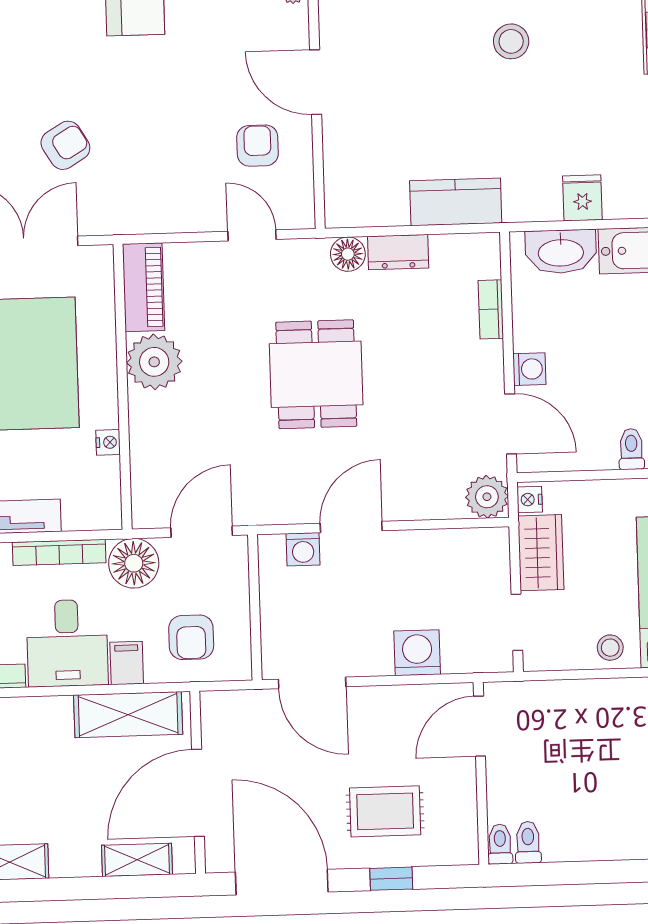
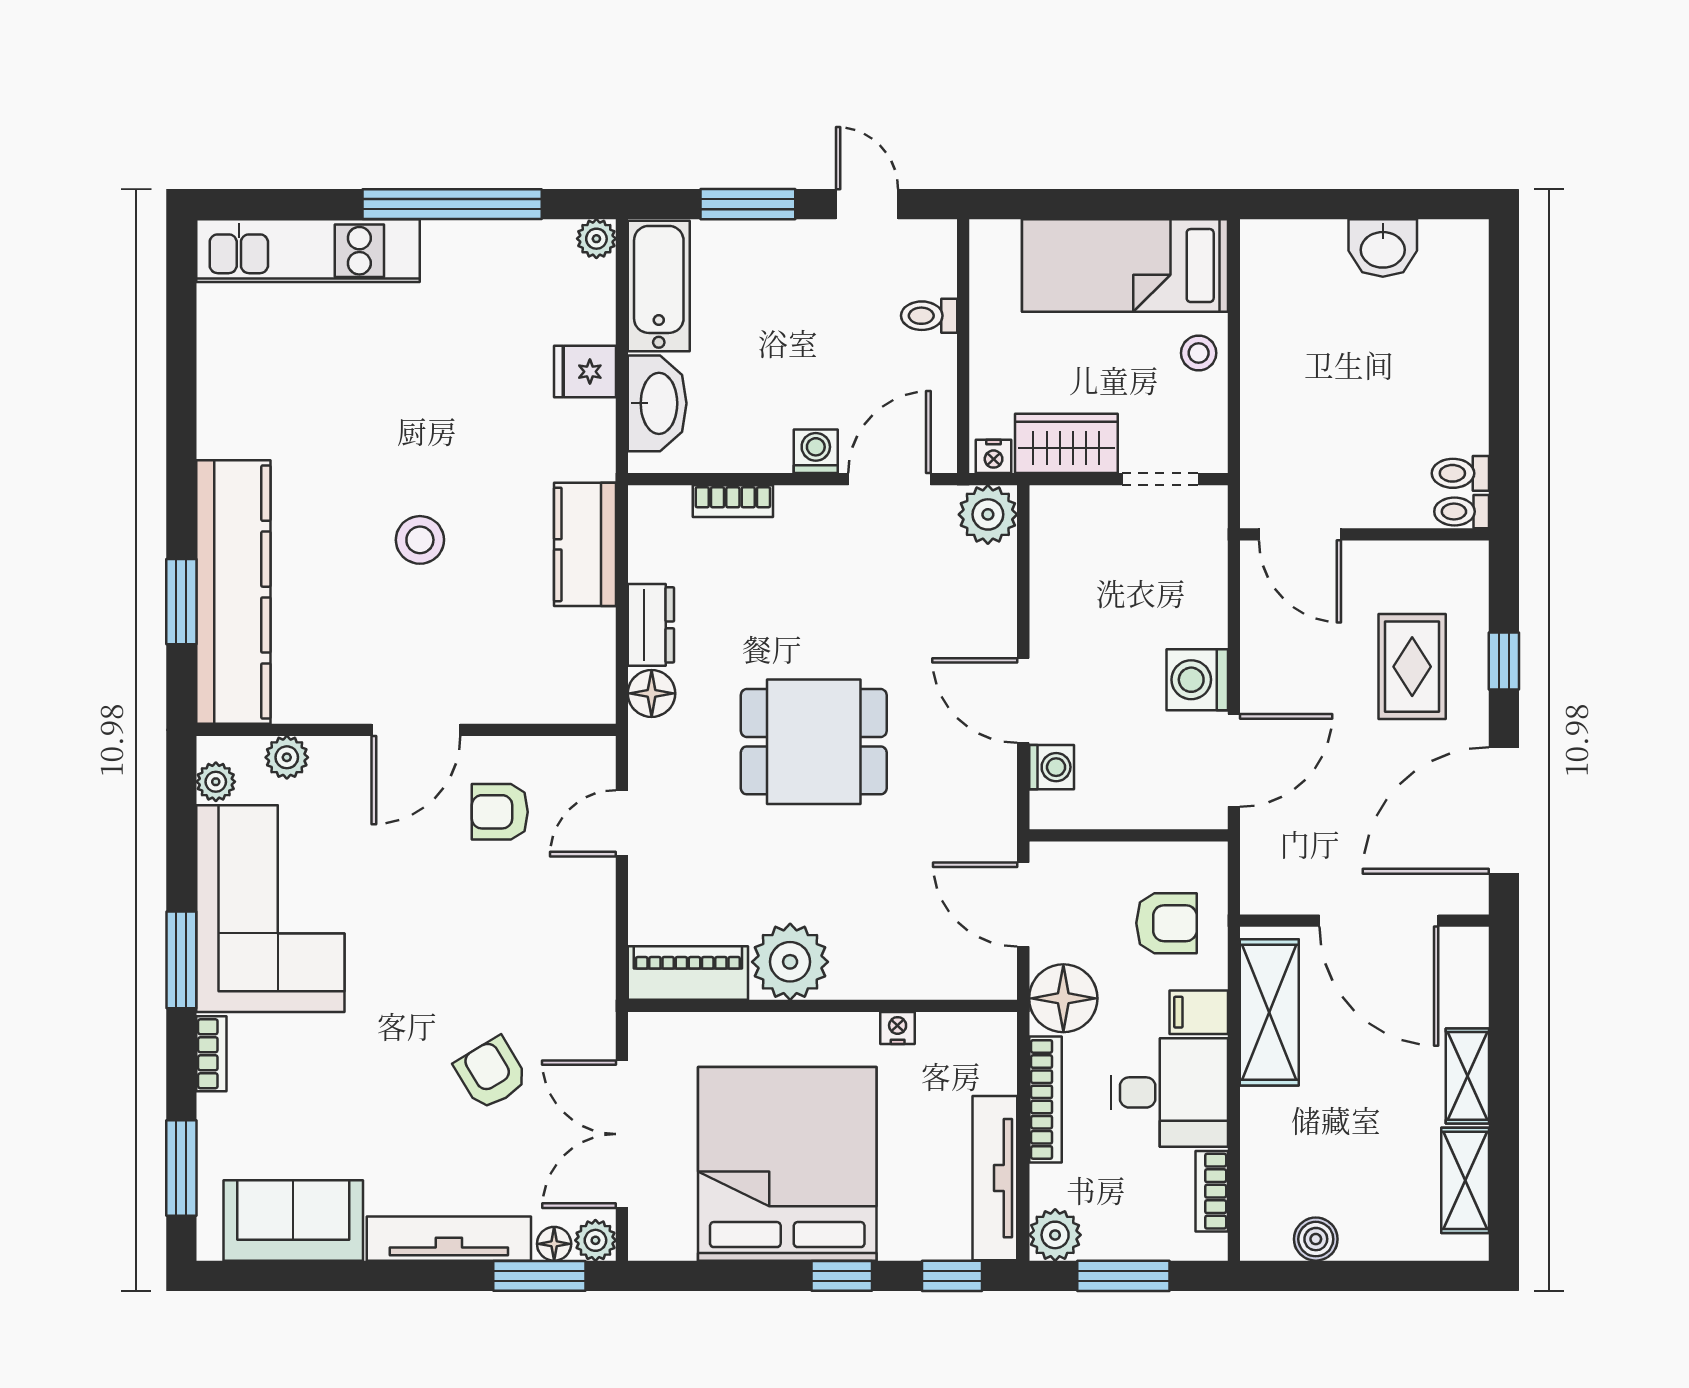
stool: (511, 41) -> (420, 540), moved
washing machine: (417, 653) -> (1197, 680), moved
shelving: (137, 860) -> (1467, 1076), moved

